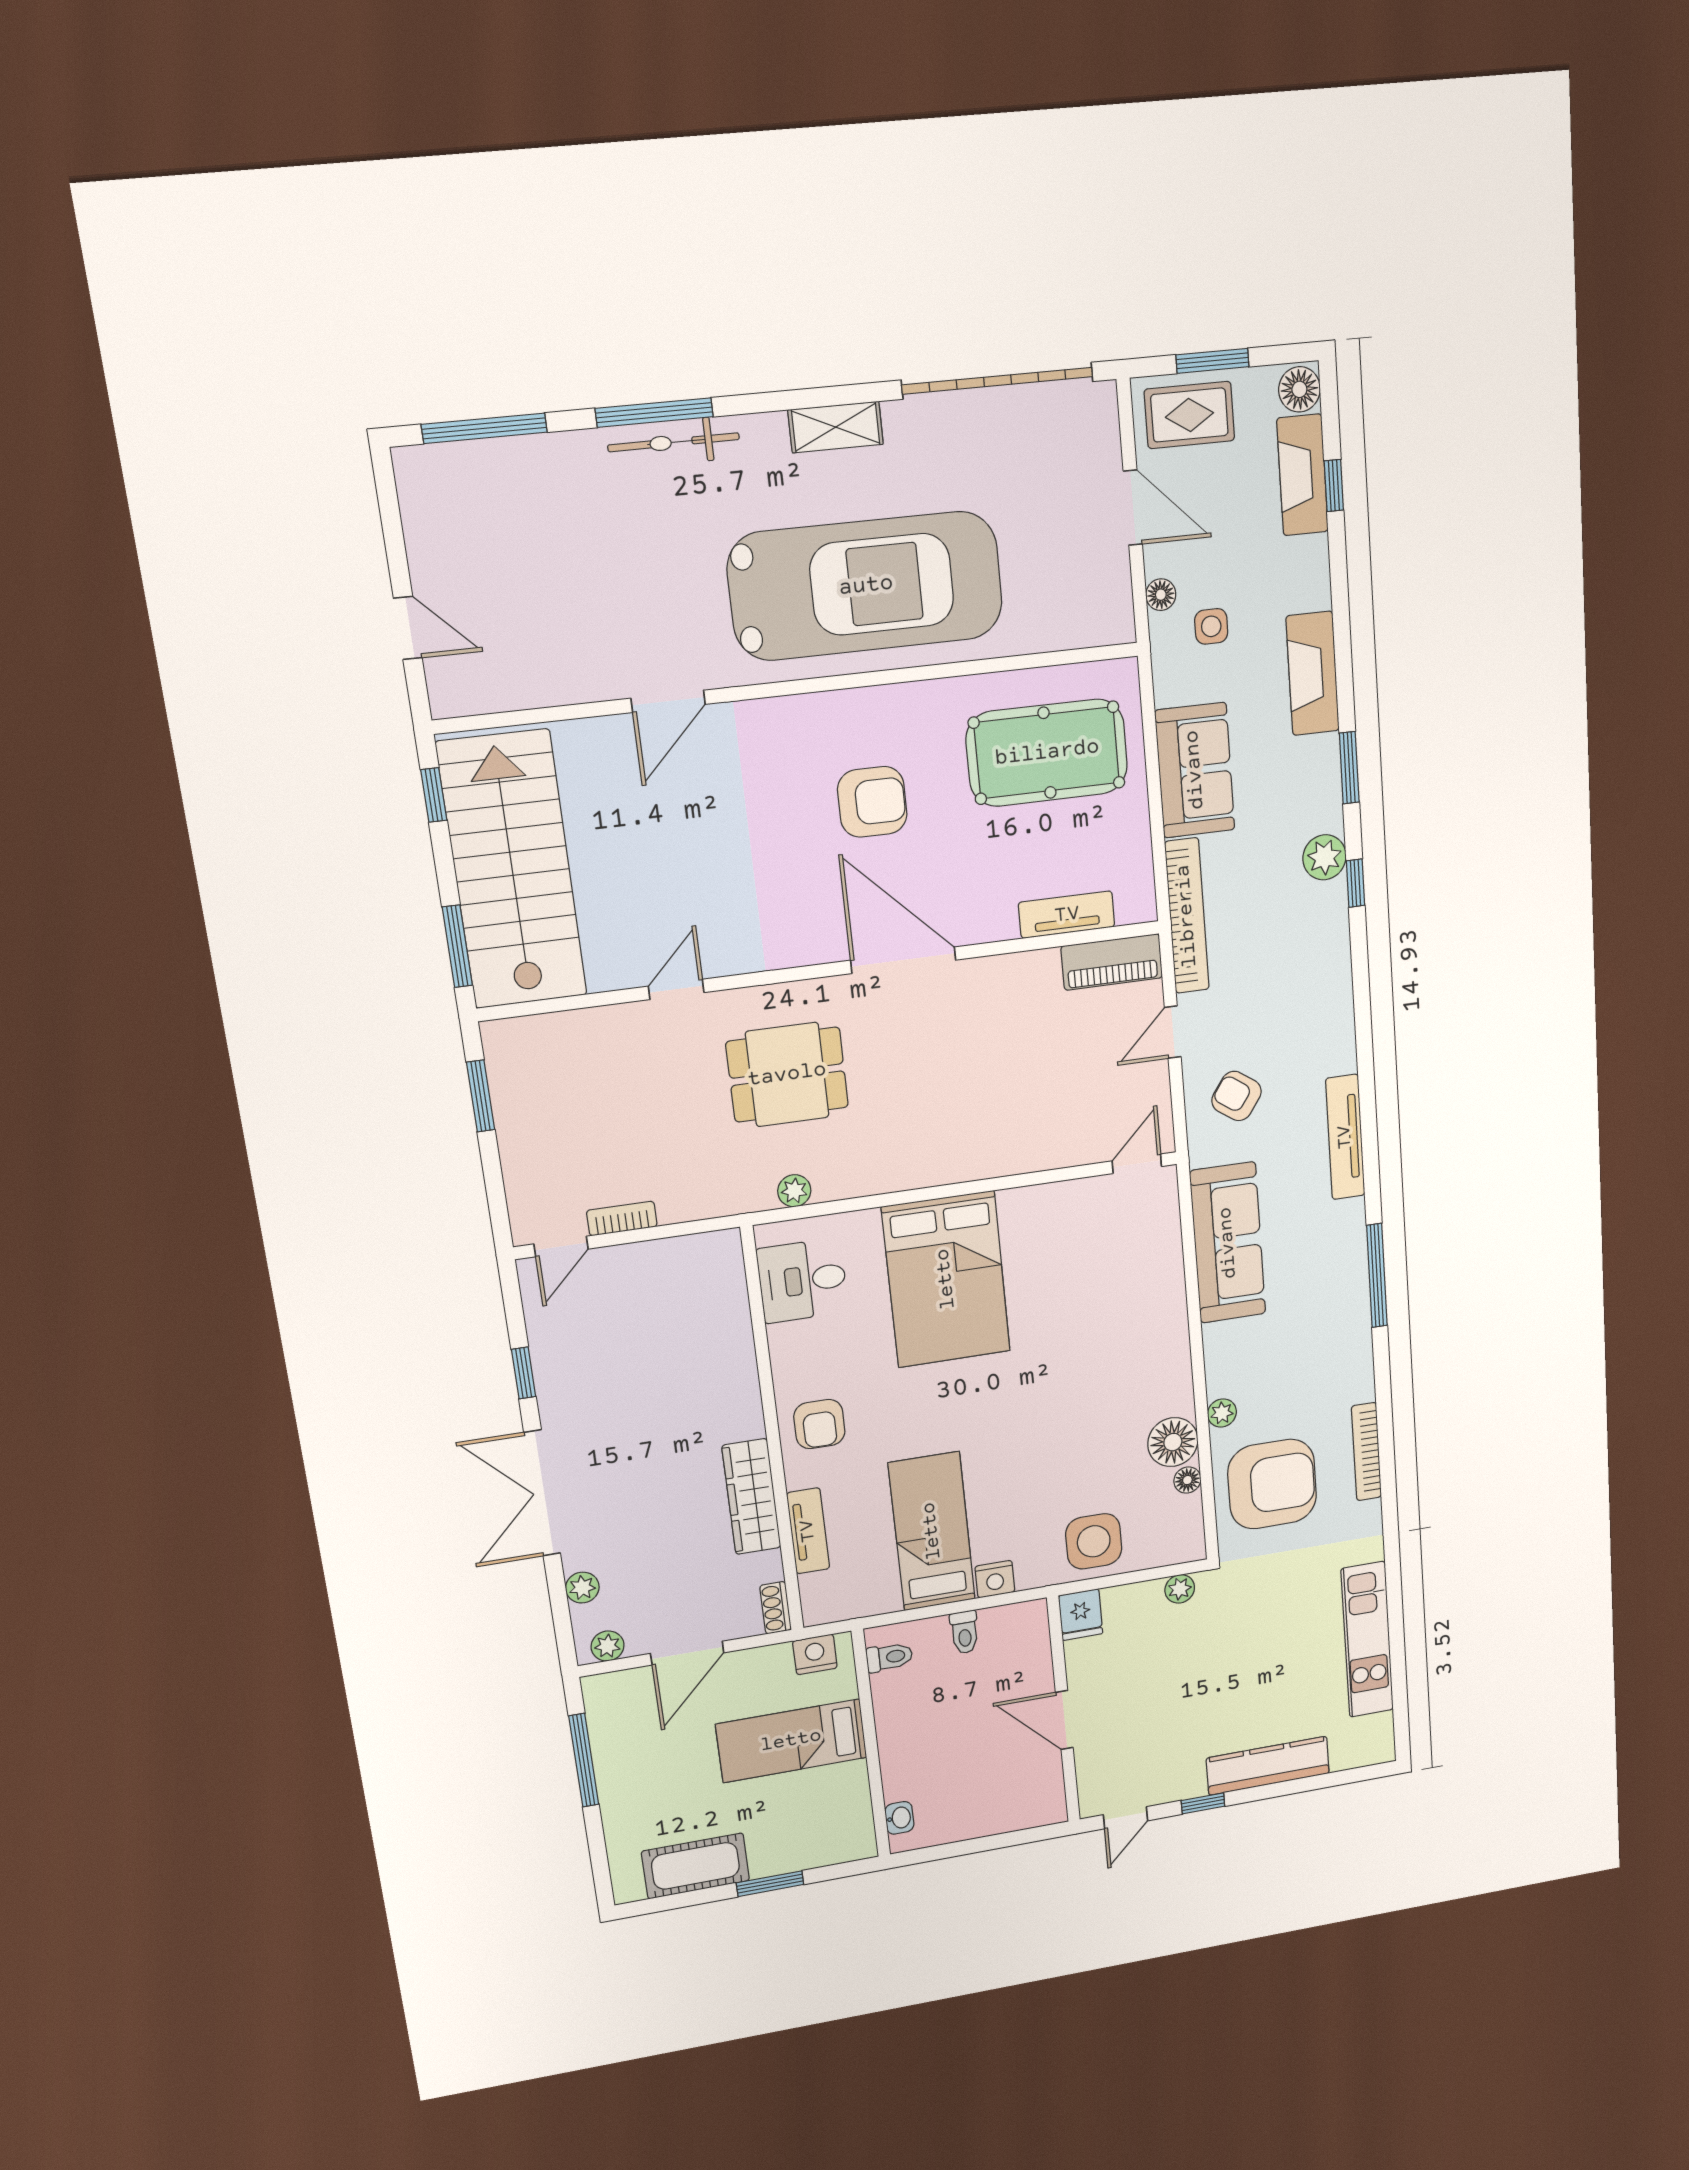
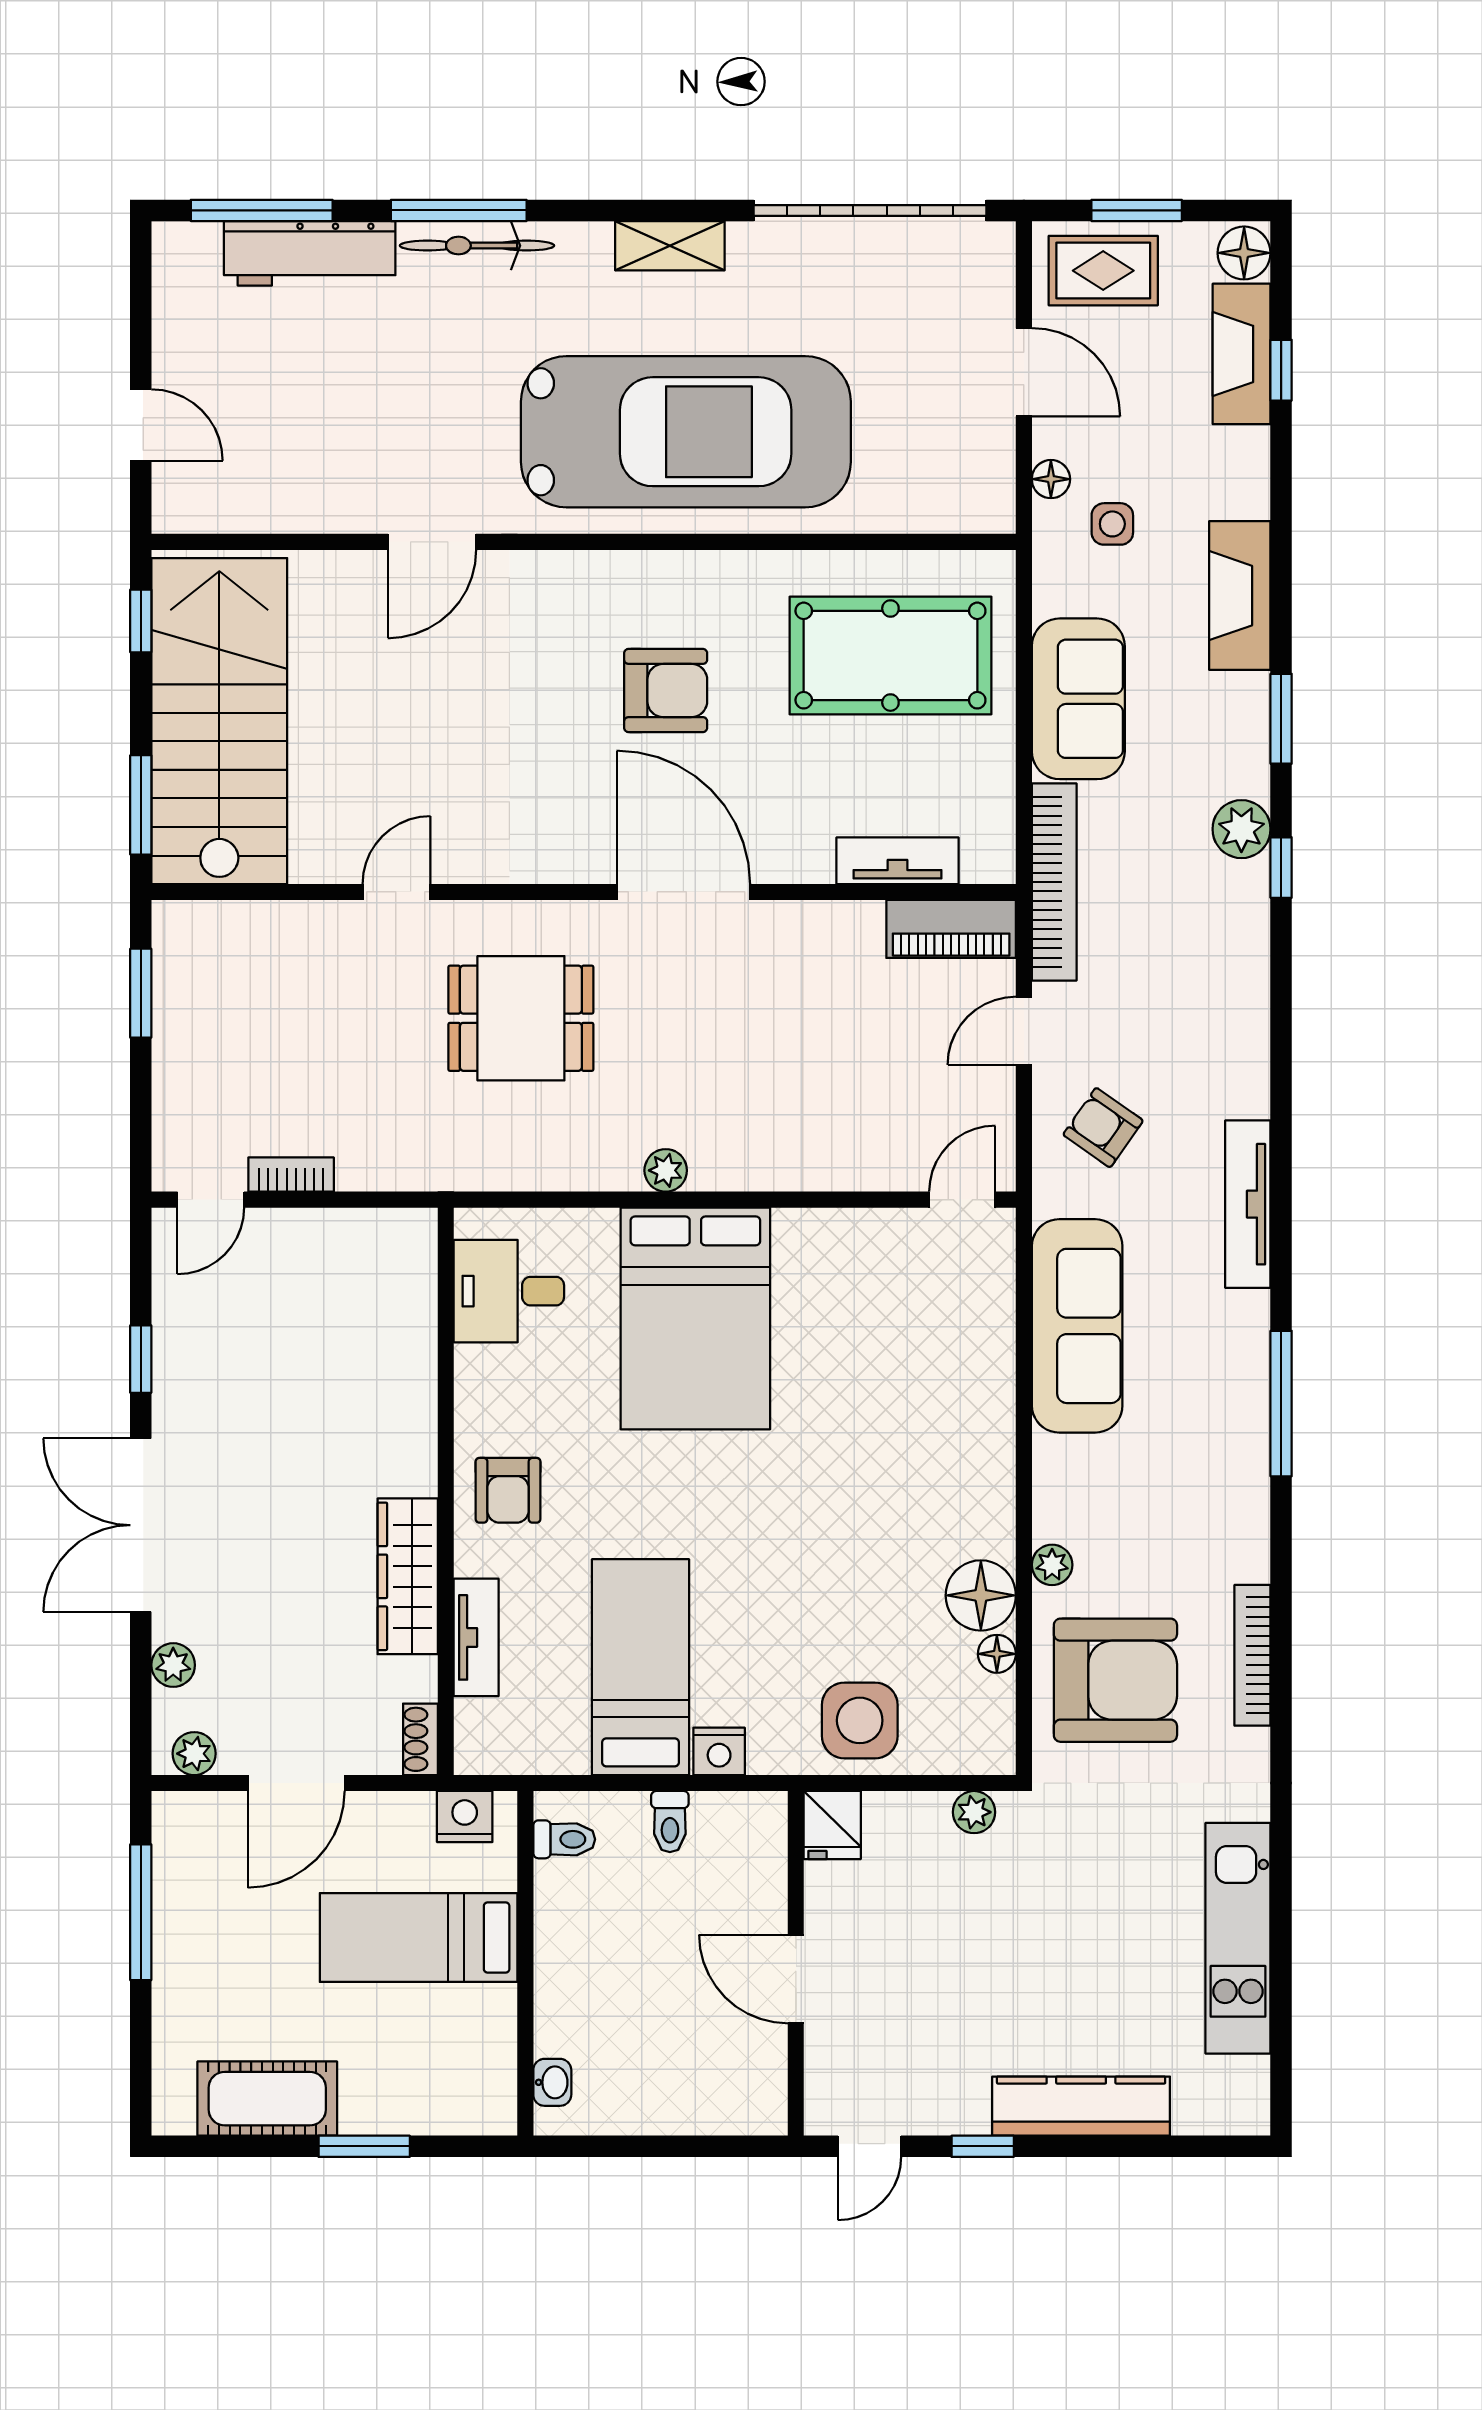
workbench: (531, 463) -> (310, 253), added
plant: (794, 1191) -> (666, 1170), moved

